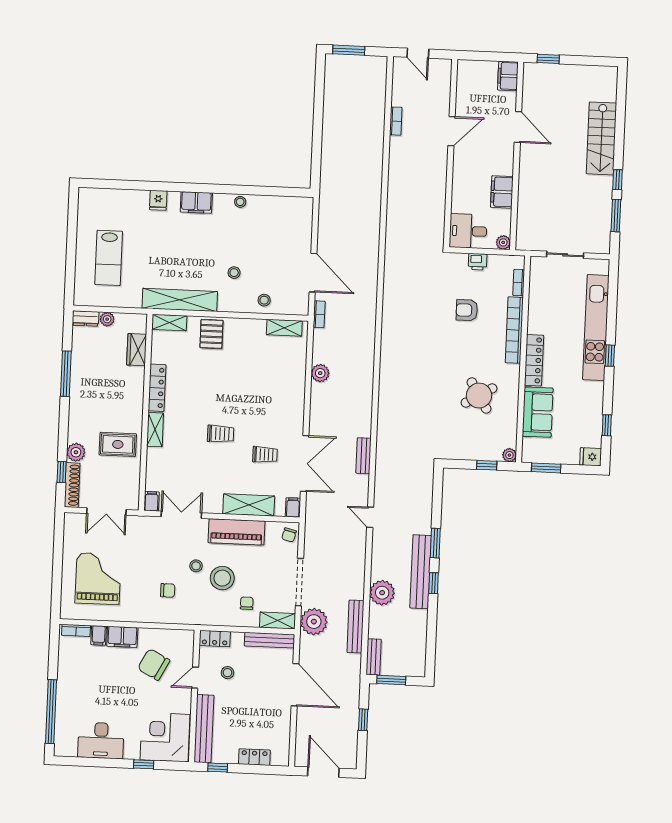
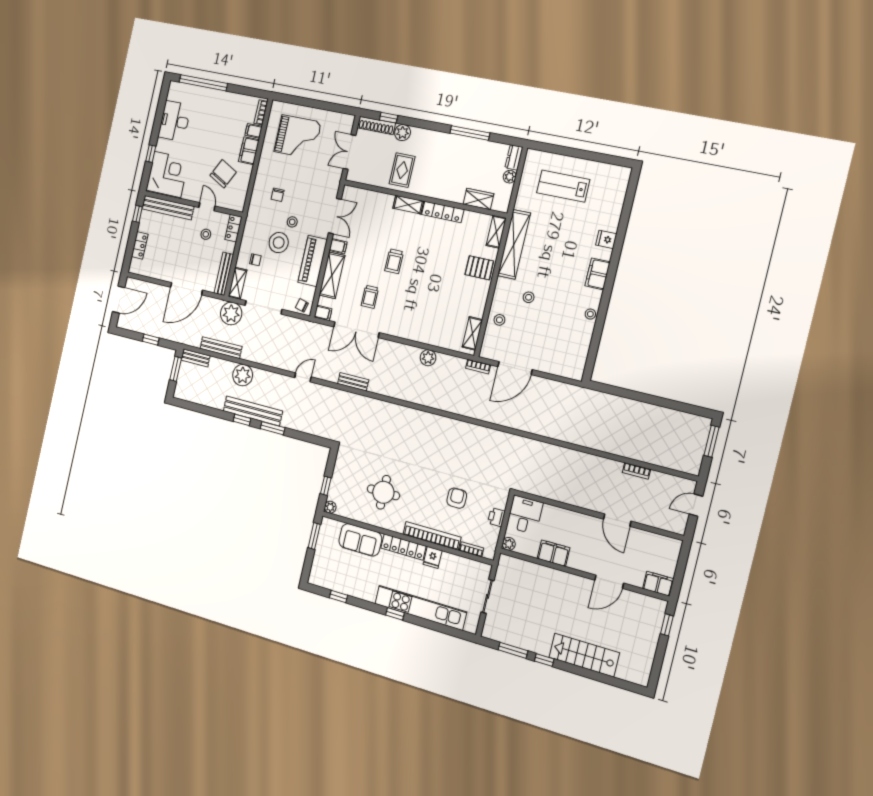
round table: (479, 395) -> (383, 492), turned 31
fridge: (591, 457) -> (433, 557), moved, turned 180
filing cabinet: (152, 501) -> (338, 246), moved

